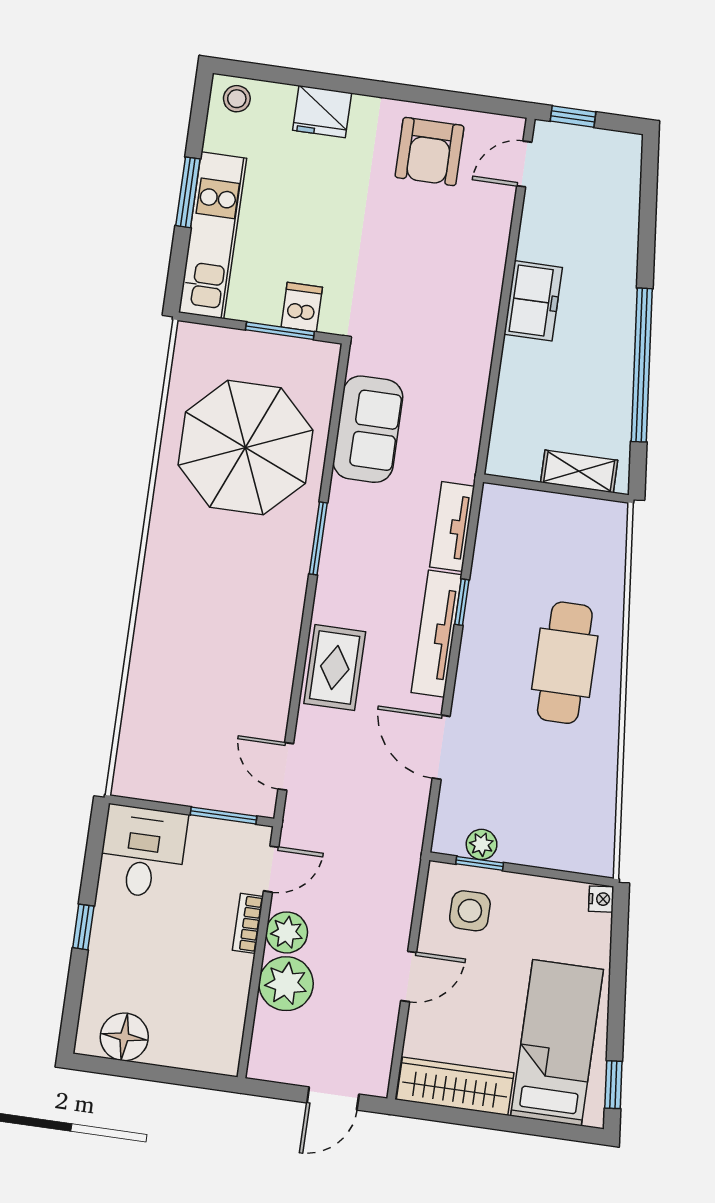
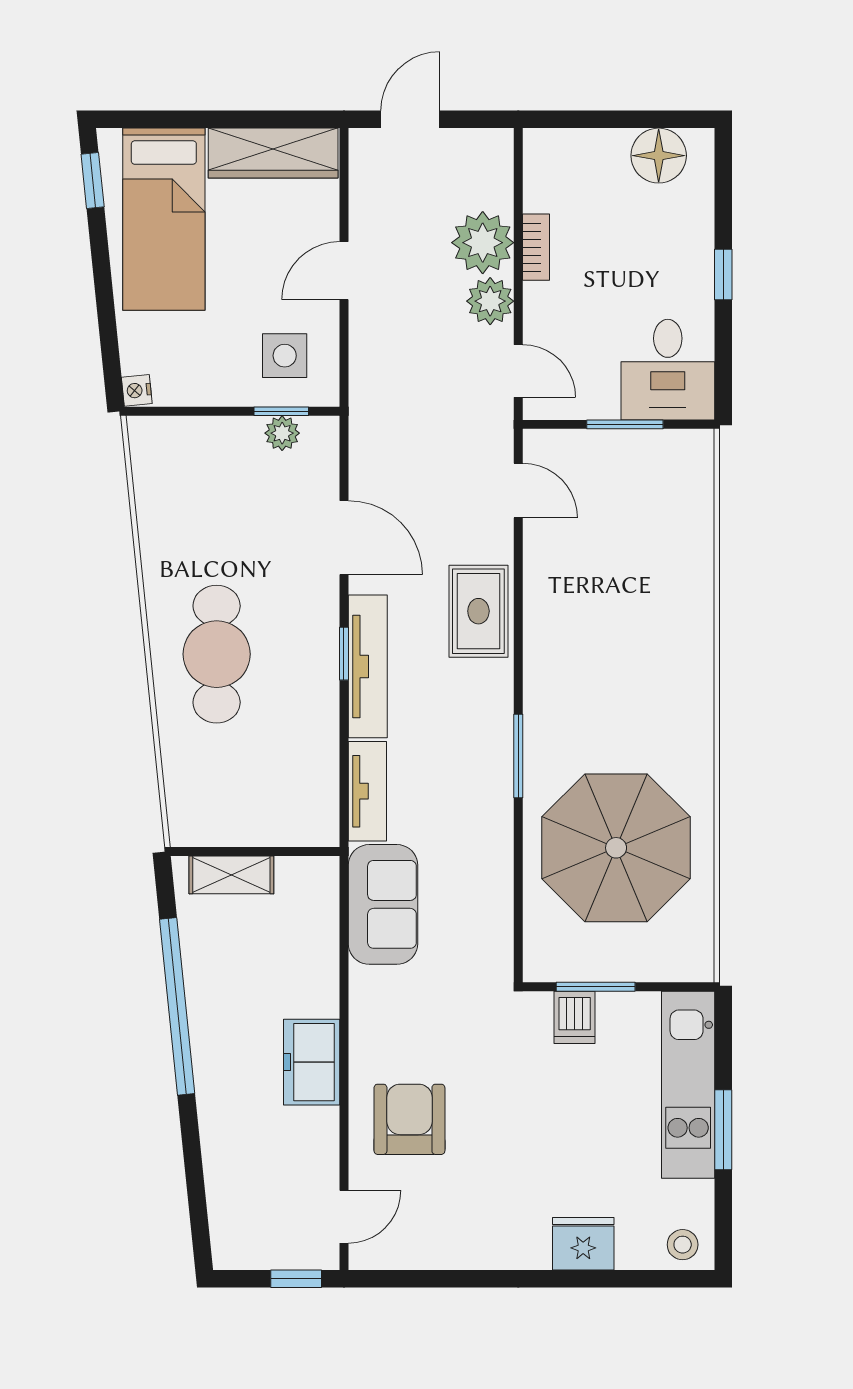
armchair: (430, 152) -> (409, 1119), moved
sofa: (368, 429) -> (383, 904), moved, turned 180
window: (462, 602) -> (344, 654), moved
window: (224, 815) -> (625, 424), moved
door: (271, 869) -> (518, 371), swing flipped
bookcase: (248, 923) -> (536, 247), moved

